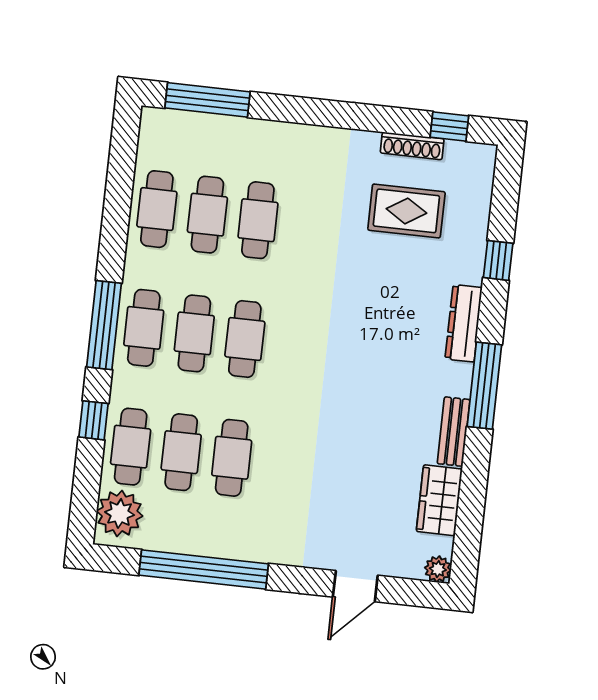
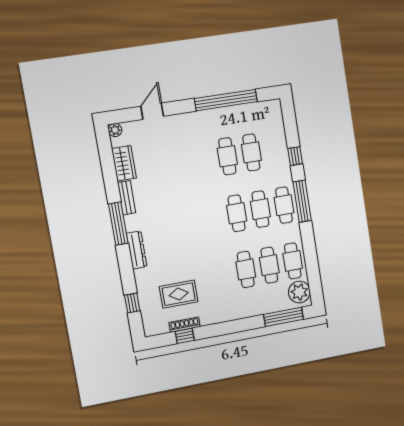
window: (449, 127) -> (185, 336), moved
window: (498, 260) -> (132, 303), moved
cafe table: (131, 447) -> (275, 149), removed
plant: (120, 513) -> (299, 292), moved

